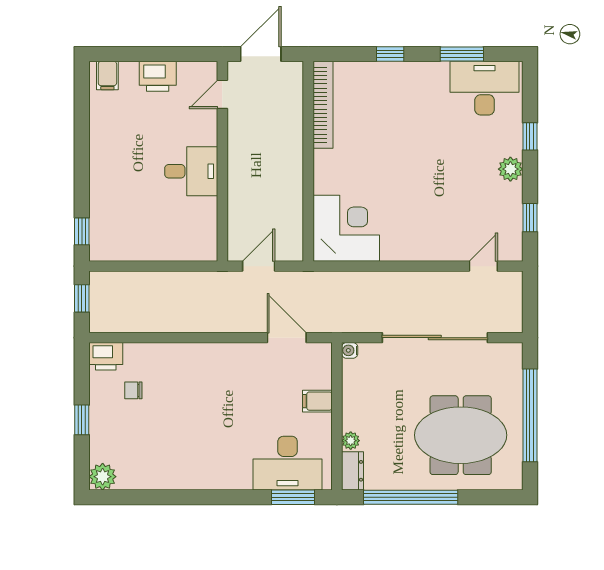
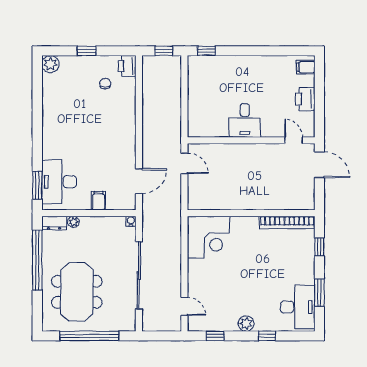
bookcase: (323, 105) -> (287, 222), moved
wall: (308, 161) -> (251, 213), moved
corner desk: (346, 228) -> (208, 237), moved

